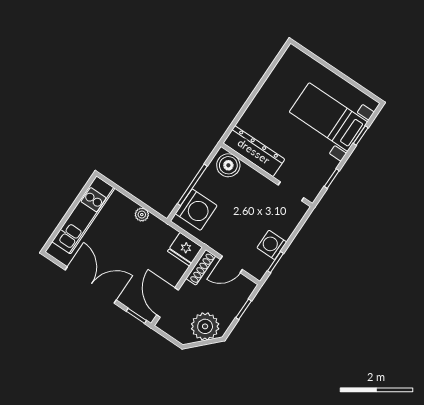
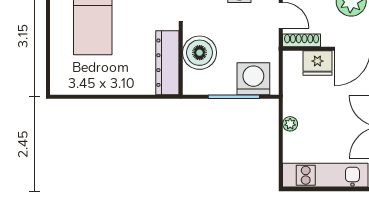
boiler: (228, 165) -> (200, 53), moved, width x1.37, depth x1.37
fridge: (185, 249) -> (317, 63), moved, turned 90

